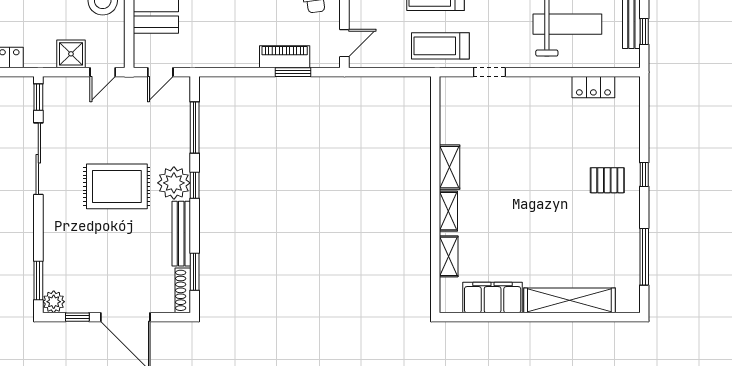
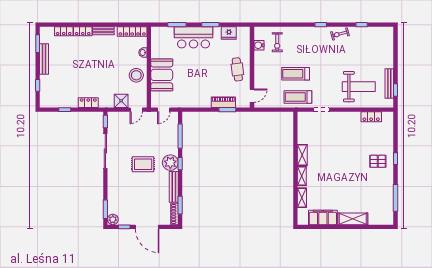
rug: (117, 186) -> (143, 164), width x0.73, depth x0.70
shelving: (569, 300) -> (353, 219), width x0.68

